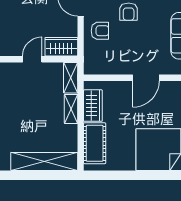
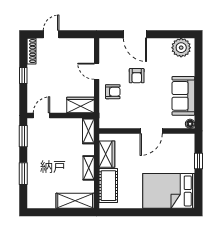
door: (32, 59) -> (41, 116), moved
shelving: (71, 109) -> (89, 168), moved
shelving: (44, 161) -> (75, 201), width x0.68

